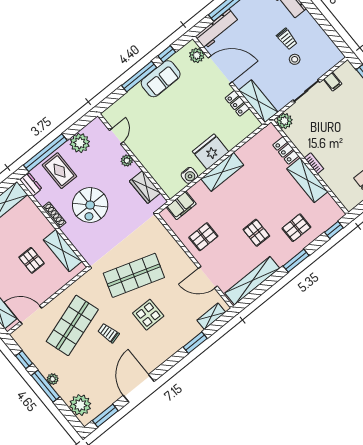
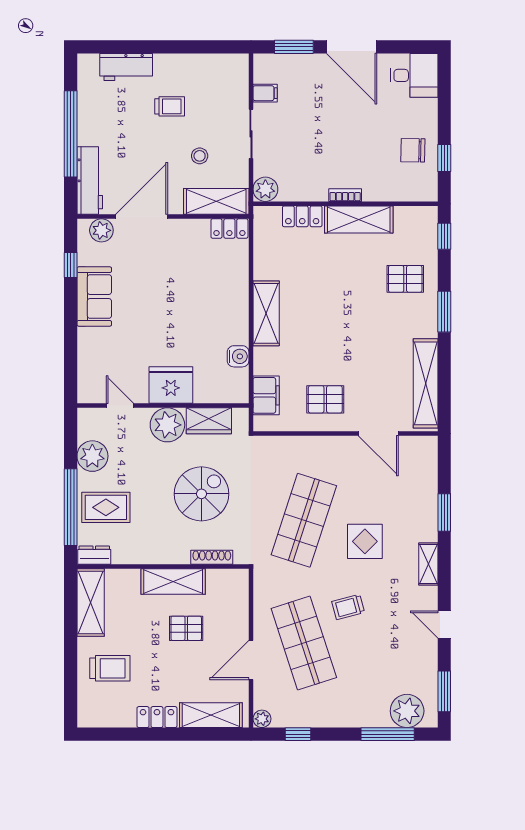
stool: (295, 59) -> (200, 156), moved
window: (139, 77) -> (71, 320), removed
locker: (237, 103) -> (229, 229), moved
fridge: (211, 152) -> (171, 385), moved, turned 90
plant: (127, 161) -> (167, 425), width x1.87, depth x1.87
spiral stairs: (90, 205) -> (201, 494), moved, turned -90
shoe rack: (54, 215) -> (212, 557), moved
pallet: (296, 228) -> (405, 279), turned 90
pallet: (256, 233) -> (372, 332), removed
pallet: (203, 237) -> (325, 399), turned 90
shelving: (63, 251) -> (173, 582), moved
door: (208, 277) -> (378, 433), hinge flipped
door: (31, 315) -> (251, 660), moved
shelving: (211, 316) -> (428, 564), moved
plant: (53, 379) -> (262, 719), moved
window: (46, 386) -> (388, 734), moved
door: (139, 388) -> (444, 625), width x0.53

